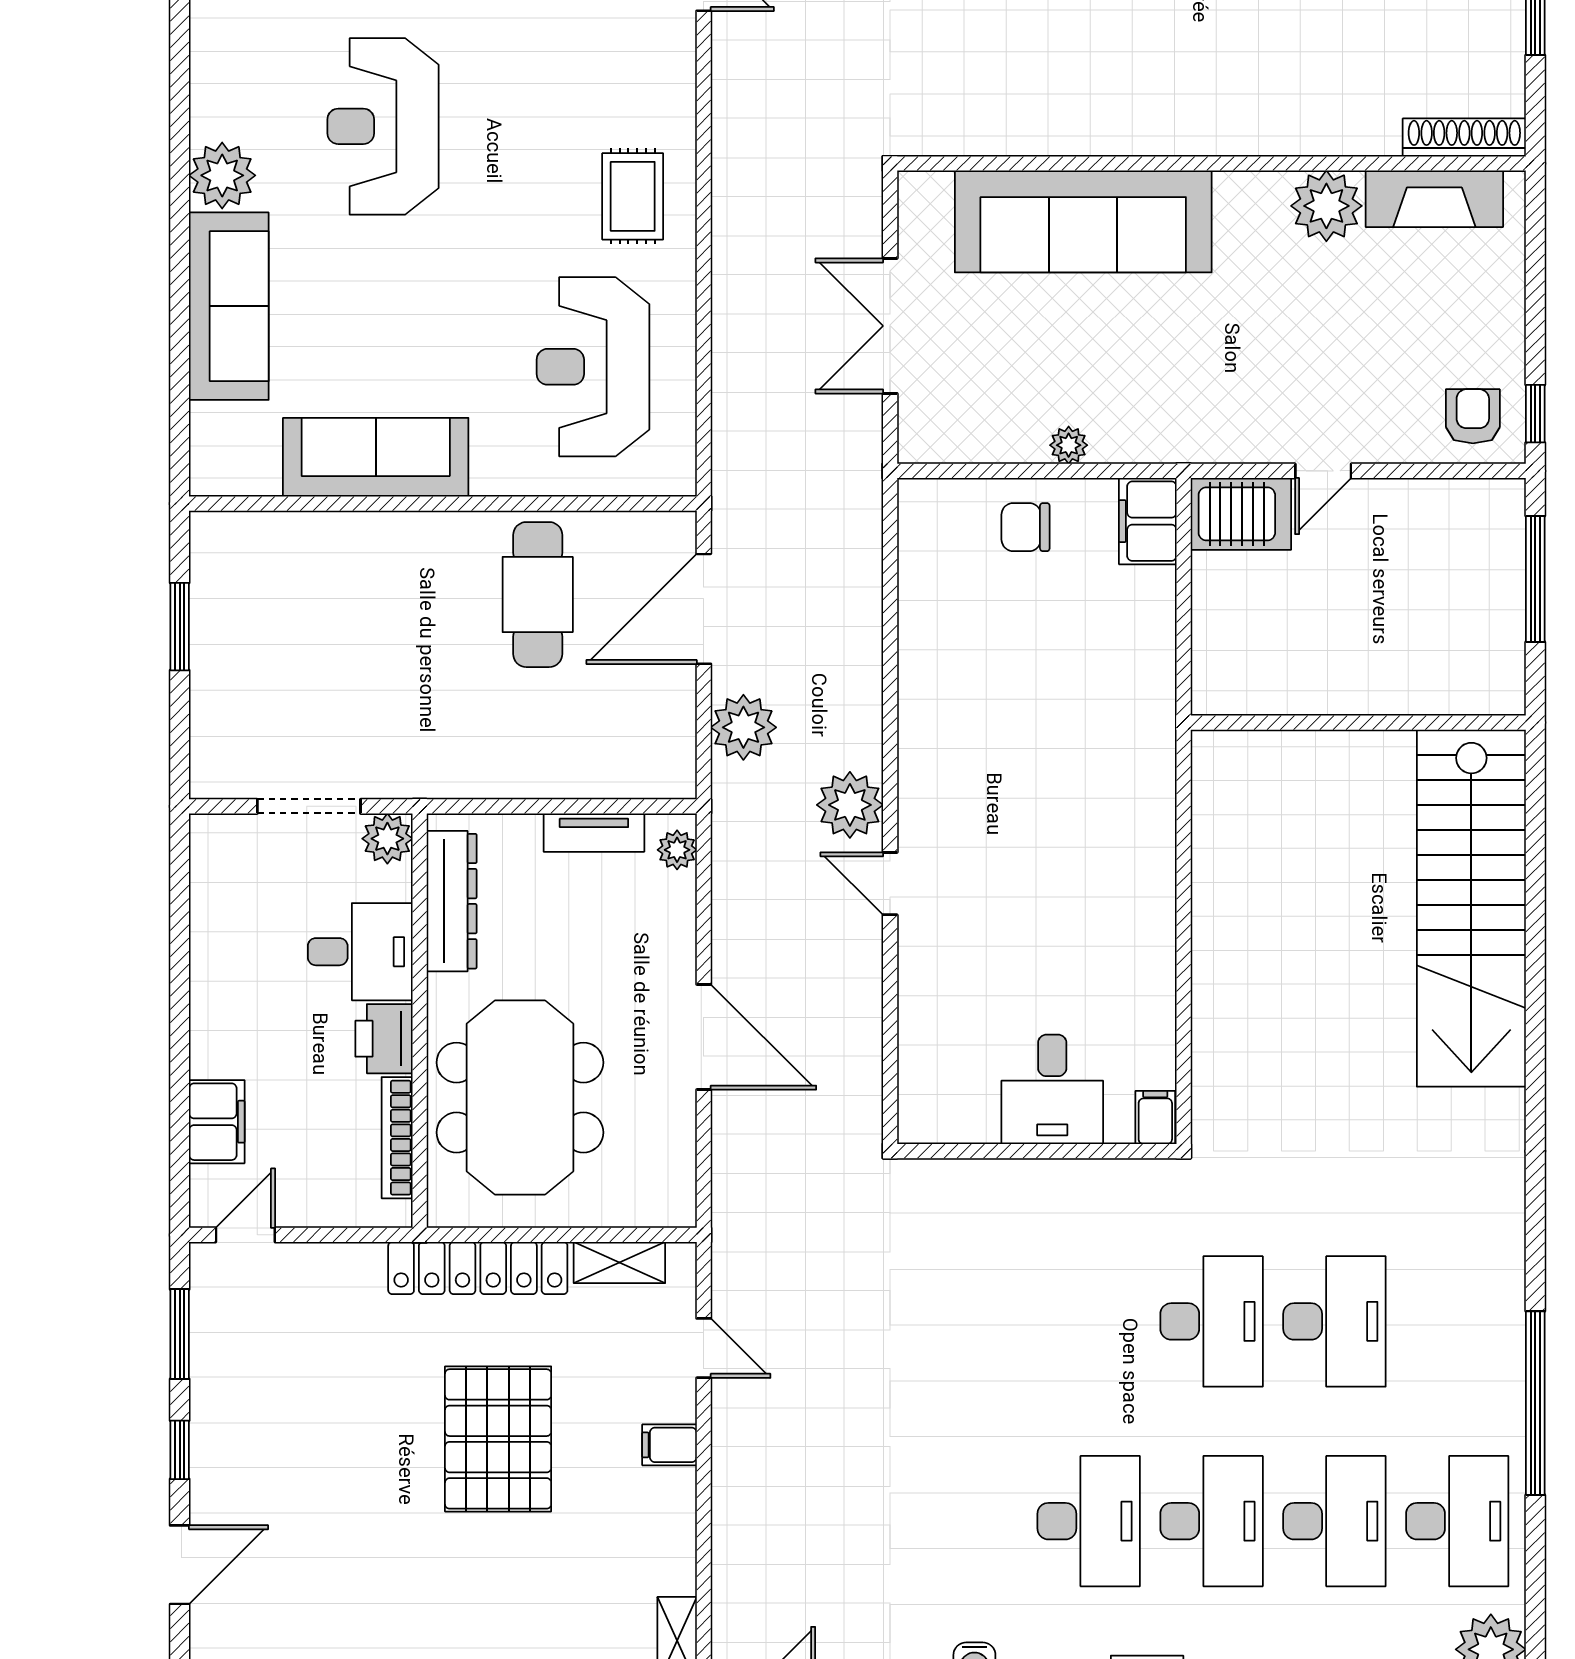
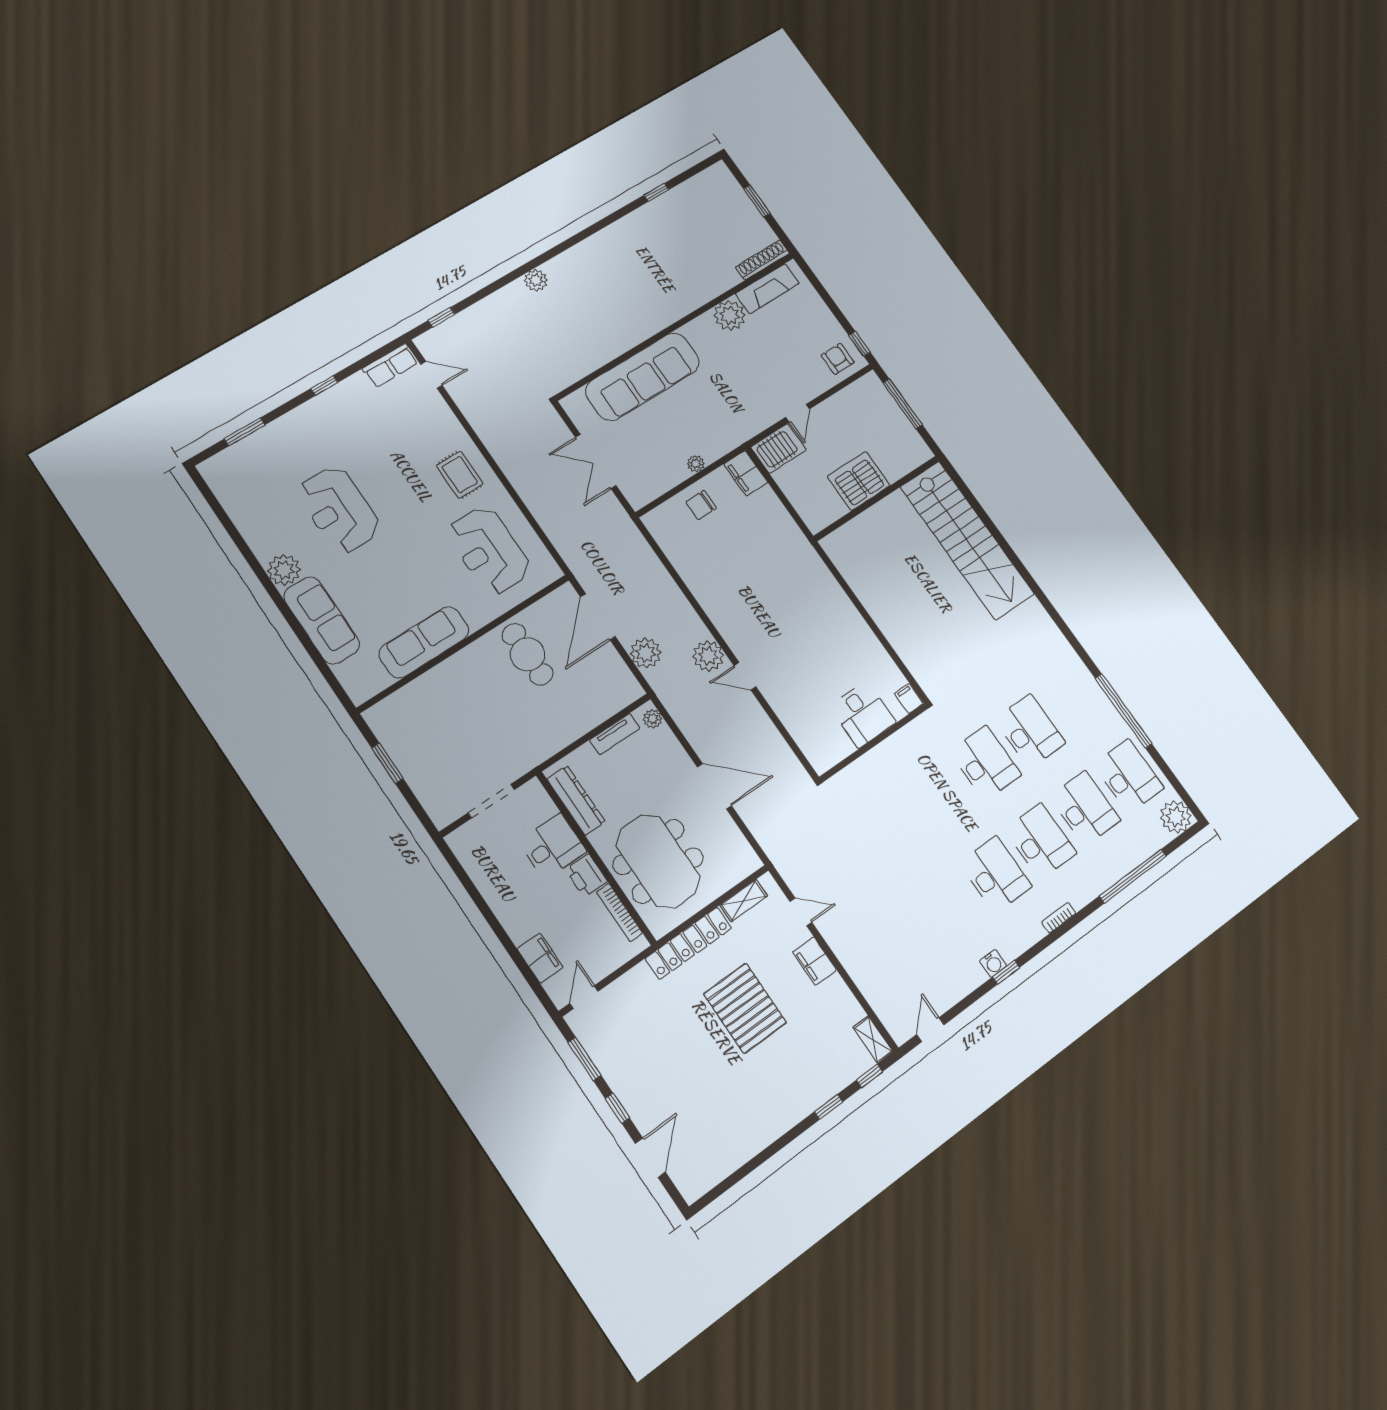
server rack: (1347, 669) -> (859, 481), added
plant: (387, 839) -> (533, 793), removed
filing cabinet: (669, 1445) -> (815, 961), width x2.00

